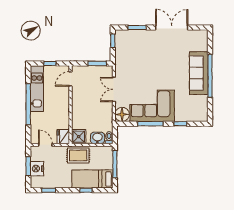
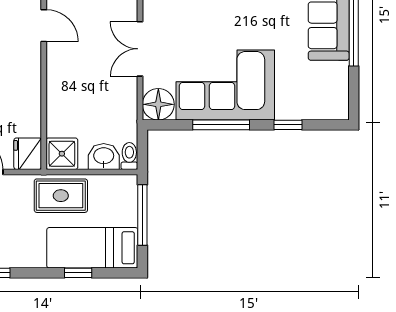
door: (70, 79) -> (44, 26), swing flipped

